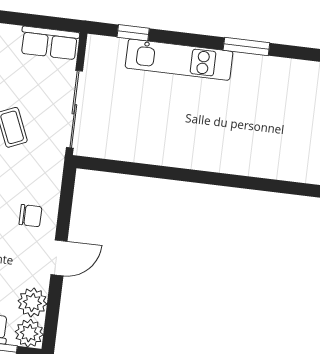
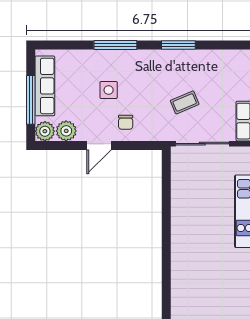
door: (59, 258) -> (99, 145), hinge flipped

